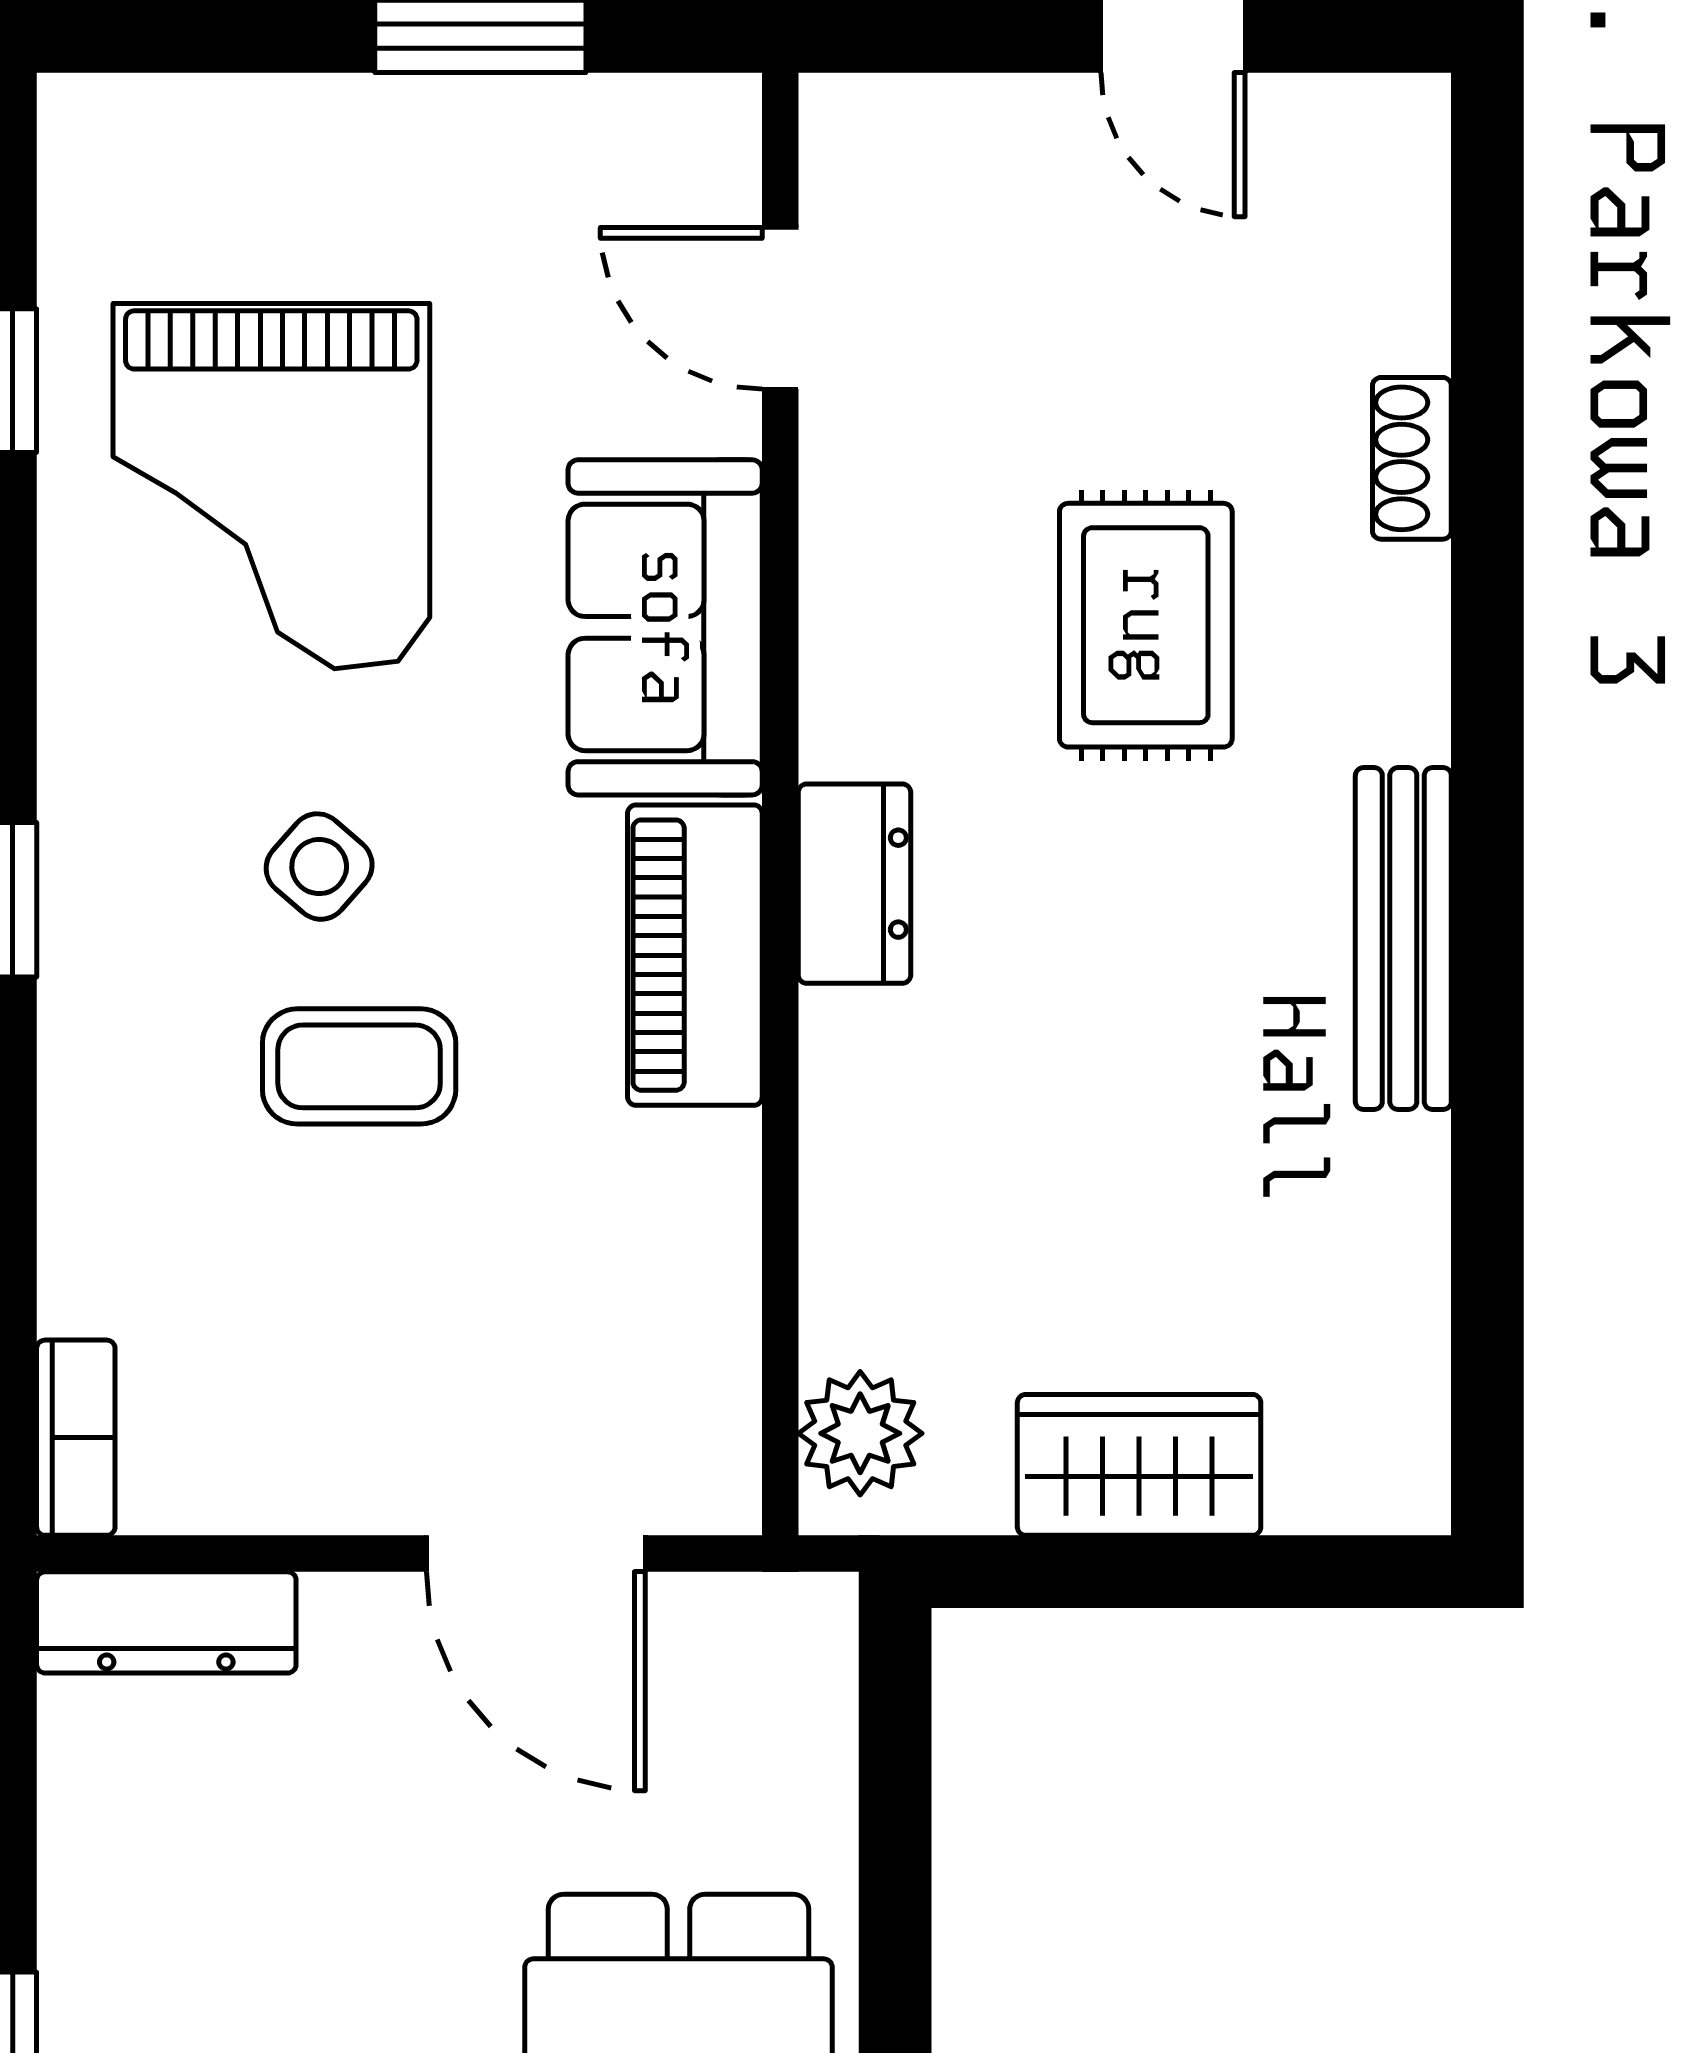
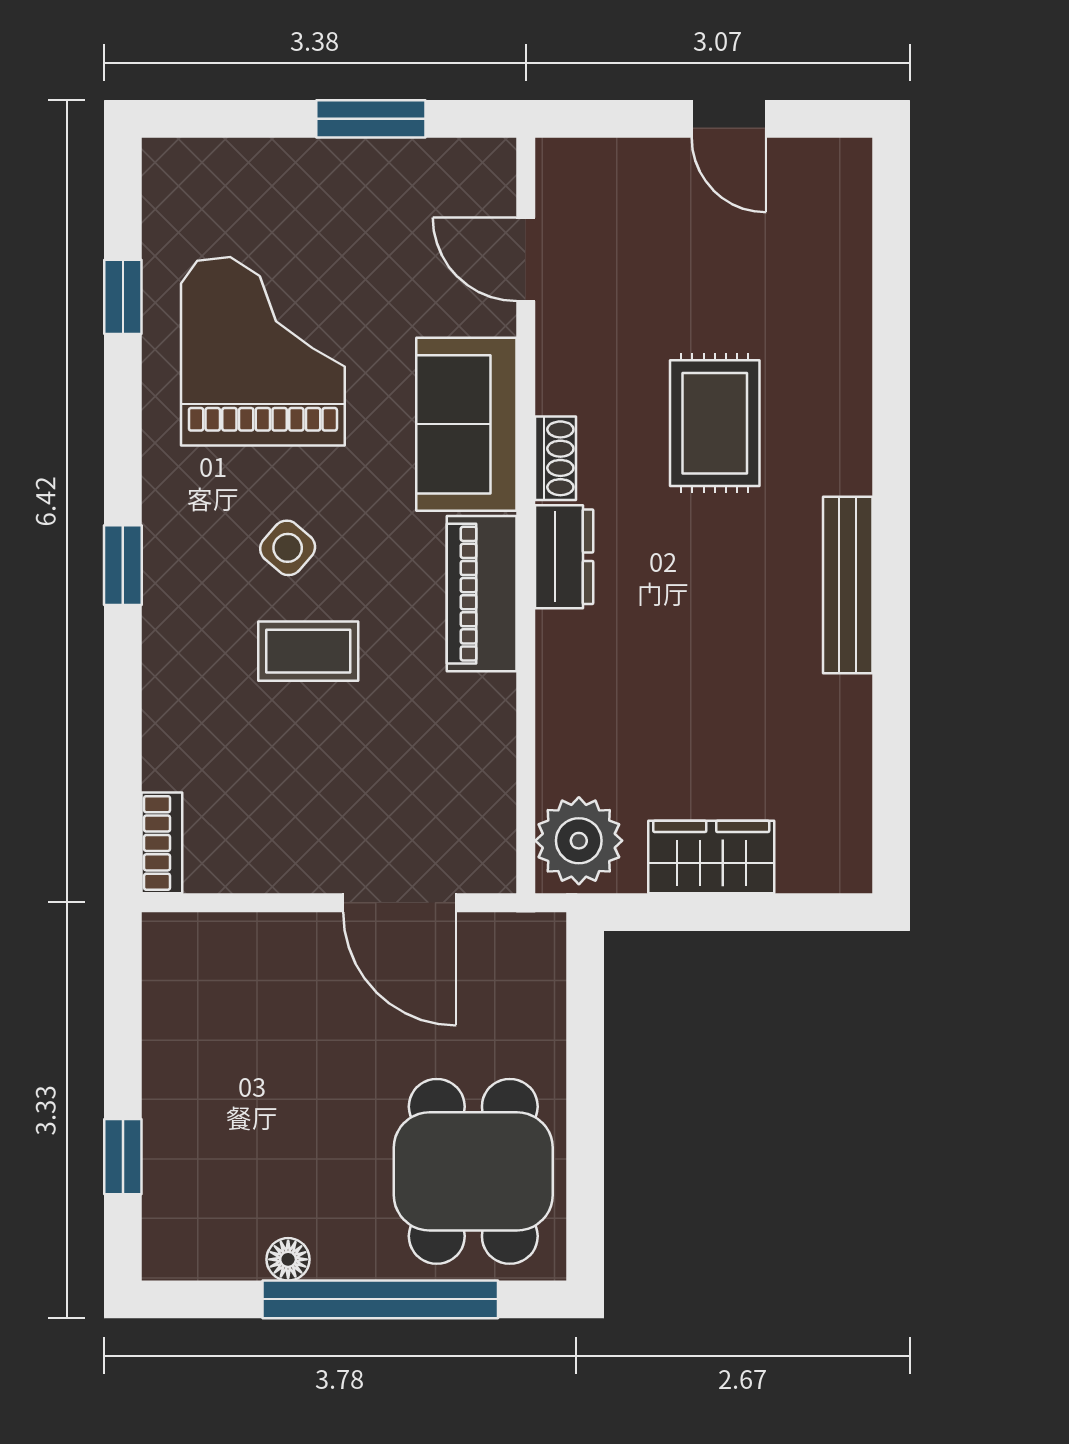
shoe rack: (1412, 458) -> (556, 458), moved, turned 180
grand piano: (271, 486) -> (263, 351), turned 180
plant: (860, 1433) -> (579, 841), width x1.36, depth x1.36
dresser: (166, 1622) -> (209, 938), removed

